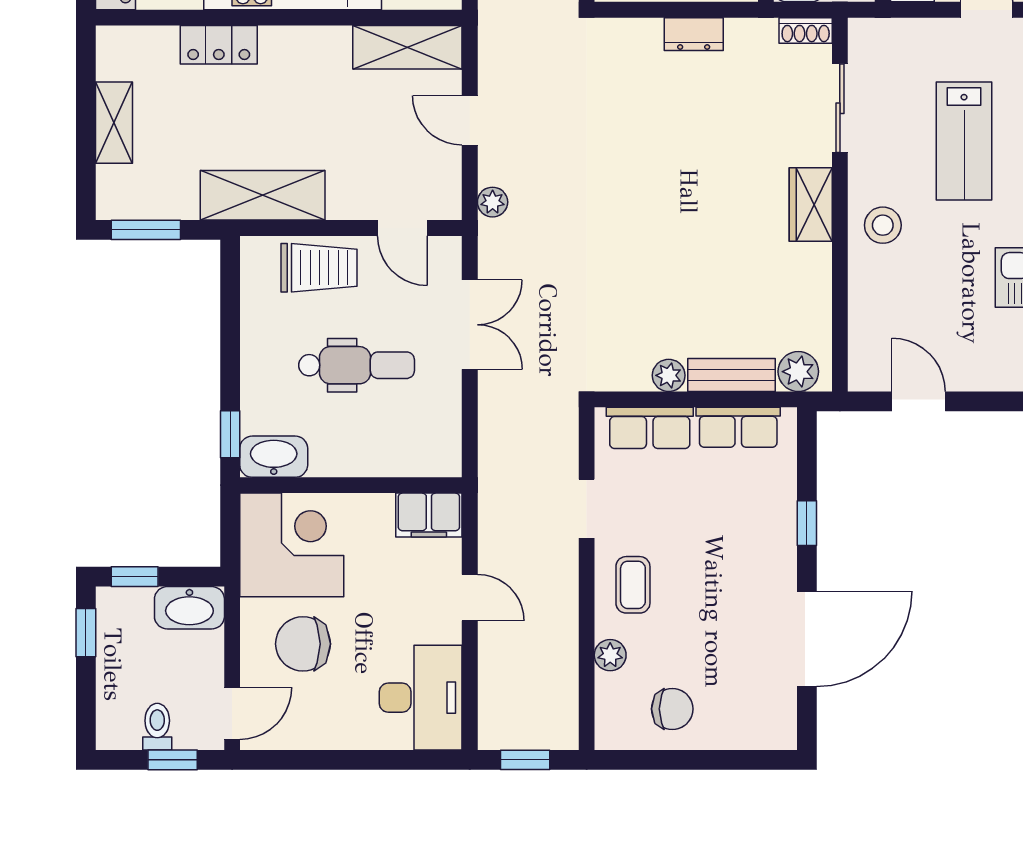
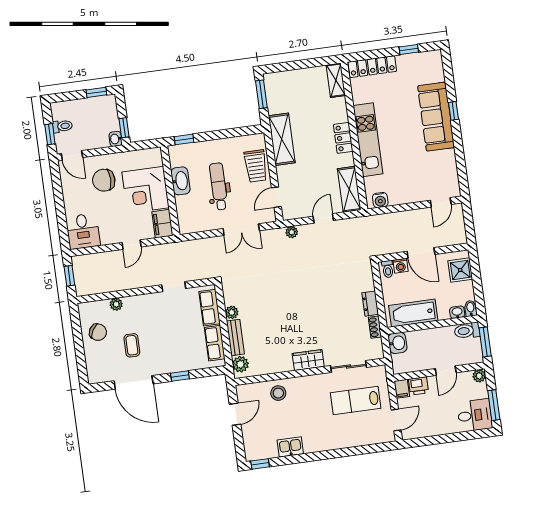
shoe rack: (806, 30) -> (375, 327), moved
locker: (219, 45) -> (343, 138), moved
shelving: (114, 123) -> (336, 80), moved, turned 90
lab bench: (964, 141) -> (356, 400), moved
stool: (883, 225) -> (278, 393), moved
dental chair: (357, 365) -> (219, 186), turned 180
washbasin: (274, 457) -> (180, 181), moved
corner desk: (292, 545) -> (146, 190), moved, turned 90
window: (135, 577) -> (124, 128), moved
coffee table: (633, 585) -> (132, 345), moved, turned 90
washbasin: (189, 608) -> (116, 139), width x0.52, depth x0.69
chair: (303, 644) -> (104, 180), turned -90
desk: (421, 698) -> (83, 231), width x0.73
chair: (672, 709) -> (98, 332), turned -59

